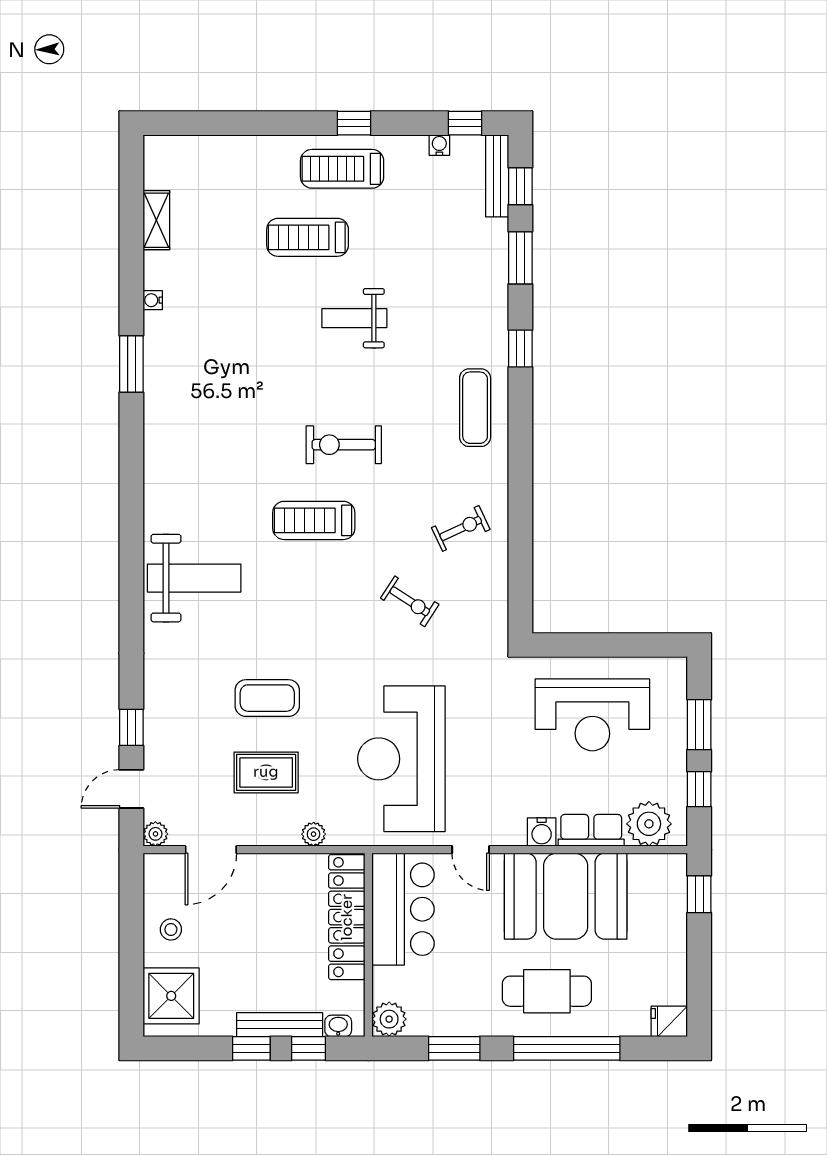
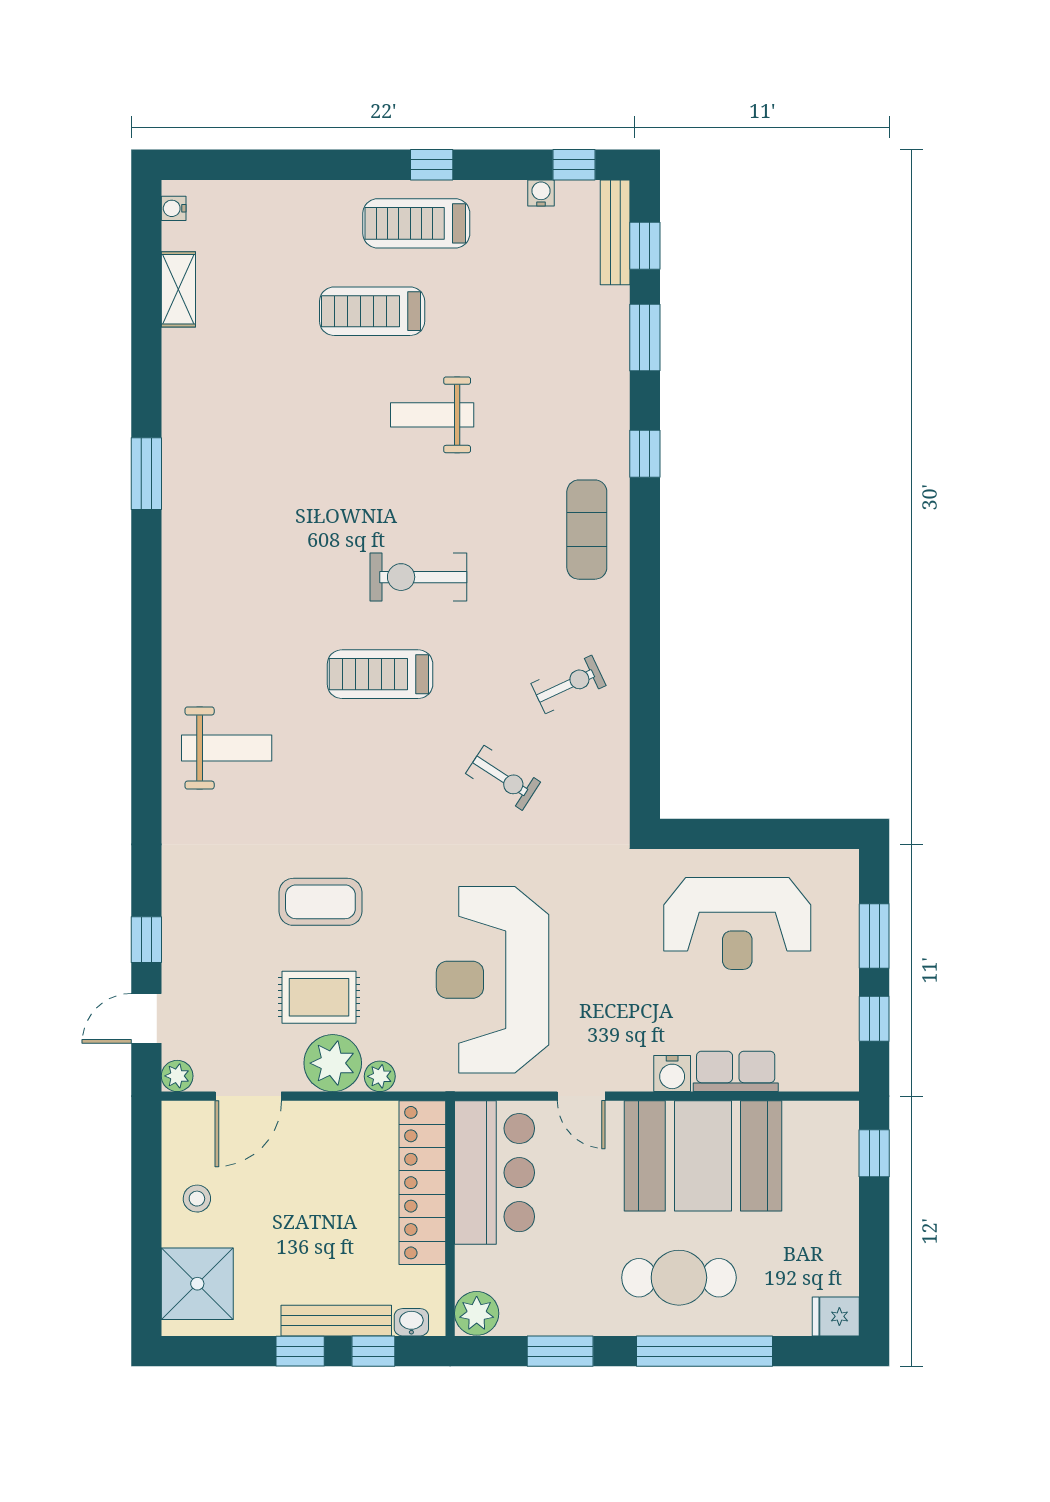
water cooler: (153, 300) -> (174, 208), moved
weight bench: (194, 578) -> (227, 748), width x0.73, depth x0.75
plant: (649, 824) -> (333, 1063), moved

